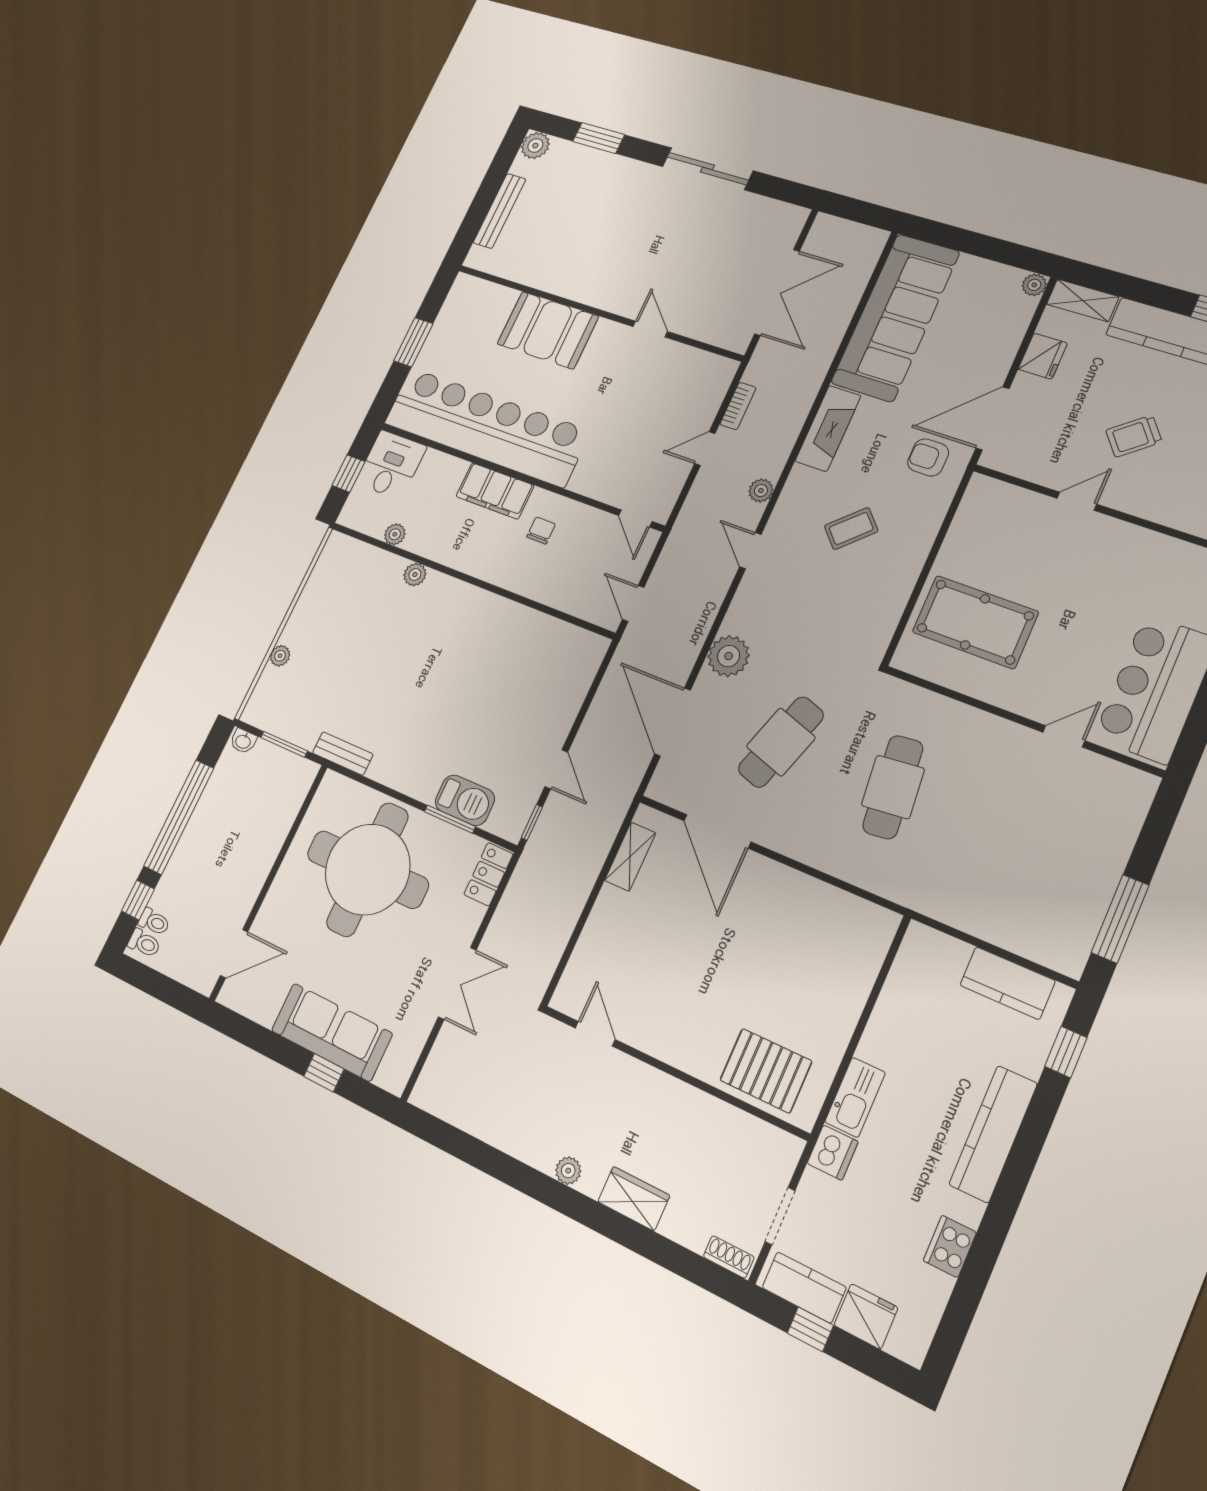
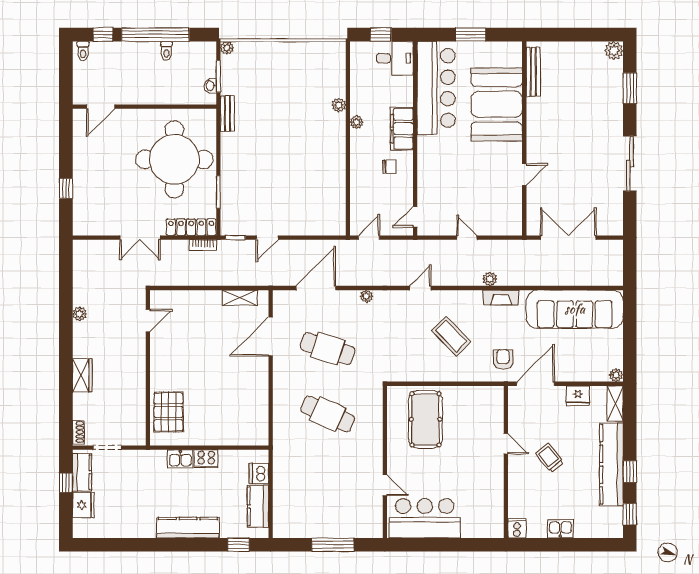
bench: (500, 211) -> (533, 72), moved, turned 90
double door: (777, 292) -> (568, 238), swing flipped
booth: (548, 330) -> (497, 104), width x1.36, depth x1.42
bookcase: (738, 406) -> (203, 245), moved
door: (993, 418) -> (535, 384), hinge flipped
bar counter: (486, 427) -> (436, 88), width x0.73
fireplace: (828, 428) -> (501, 298), width x0.73, depth x0.76
plant: (761, 490) -> (490, 279), moved
coffee table: (851, 529) -> (451, 336), width x1.36, depth x1.30
plant: (395, 534) -> (357, 122), moved
plant: (280, 656) -> (227, 48), moved
plant: (729, 656) -> (366, 296), width x0.53, depth x0.53
washbasin: (243, 741) -> (210, 86), moved
cafe table: (893, 787) -> (328, 414), turned 30
barbecue: (465, 800) -> (231, 195), removed
locker: (489, 874) -> (191, 227), width x1.53
window: (1120, 919) -> (333, 545), moved
toilet: (154, 922) -> (166, 51), moved
door: (234, 954) -> (101, 107), hinge flipped
sofa: (332, 1032) -> (87, 182), removed
kitchen sink: (855, 1097) -> (180, 459), width x0.73
dishwasher: (833, 1153) -> (259, 473), moved, turned 90
plant: (568, 1171) -> (80, 314), moved
cooker: (950, 1246) -> (206, 459), moved, turned 180

